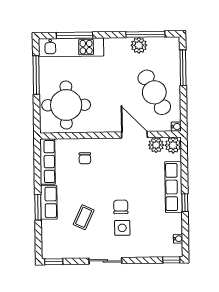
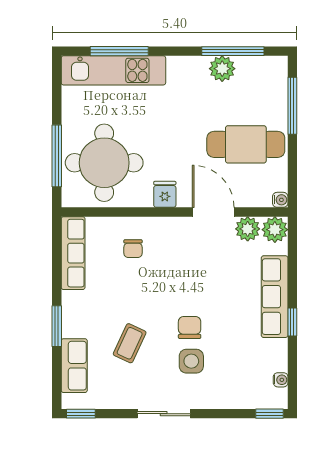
window: (36, 75) -> (57, 156), moved
cafe table: (154, 92) -> (246, 144), turned -62
fridge: (104, 124) -> (165, 194), added
row of seats: (49, 202) -> (74, 366), moved

